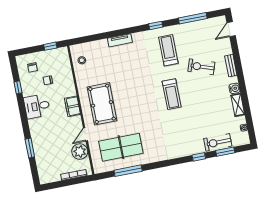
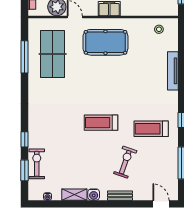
tv unit: (120, 40) -> (173, 71), width x1.41
treadmill: (168, 50) -> (151, 129), turned 180

